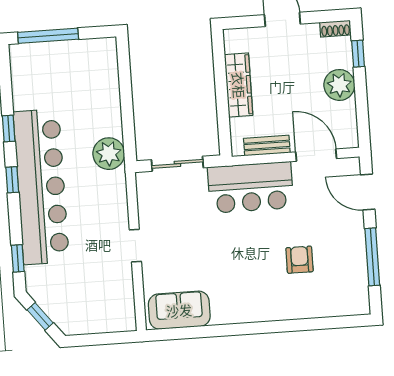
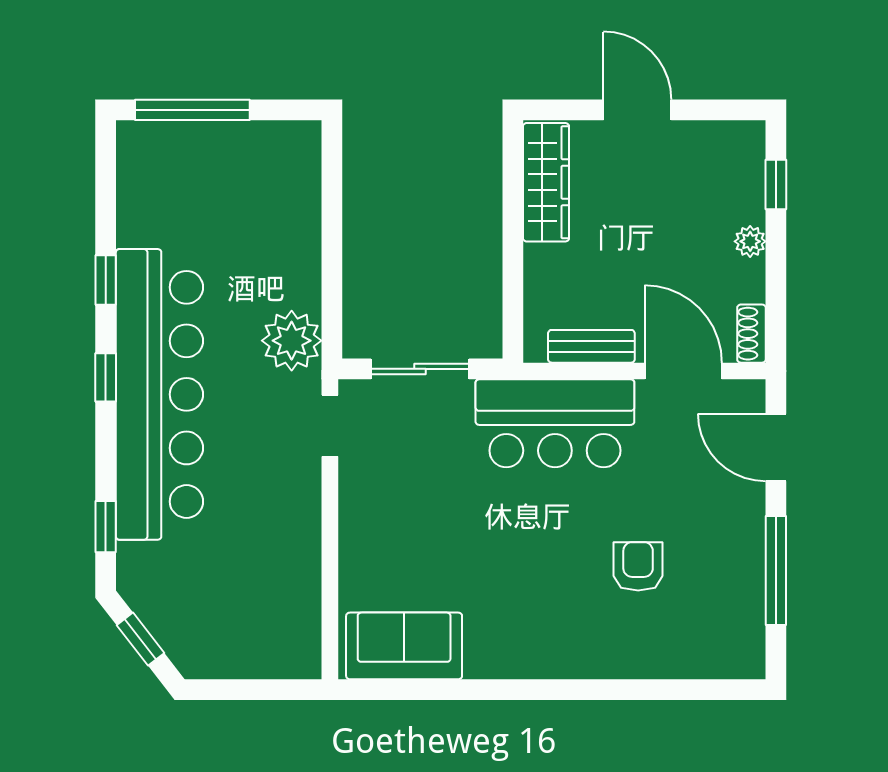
shoe rack: (335, 29) -> (751, 334), moved, turned 90
wardrobe: (239, 85) -> (546, 182), moved
plant: (339, 85) -> (750, 241), width x0.53, depth x0.53
doorway: (135, 246) -> (330, 426), moved

